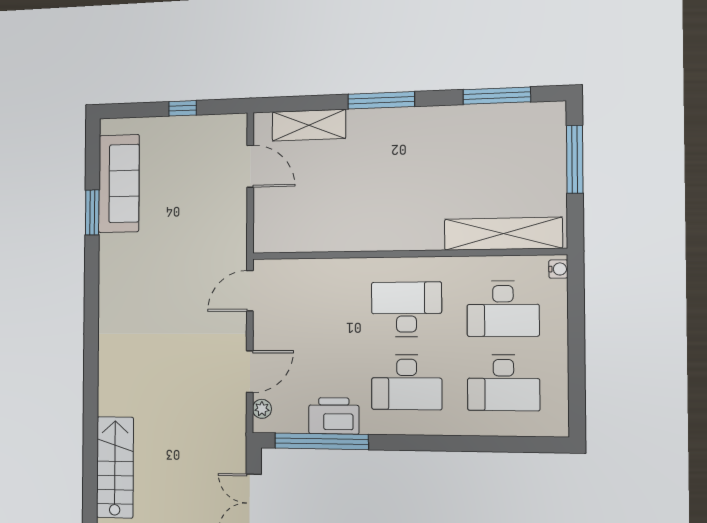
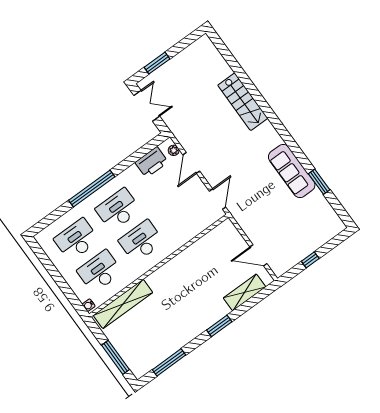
window: (381, 100) -> (219, 326), width x0.69
sofa: (119, 184) -> (292, 171), moved
desk: (406, 309) -> (141, 241), turned 180
printer: (334, 416) -> (152, 162), moved
window: (322, 441) -> (92, 189), moved
stairs: (115, 467) -> (243, 102), moved

